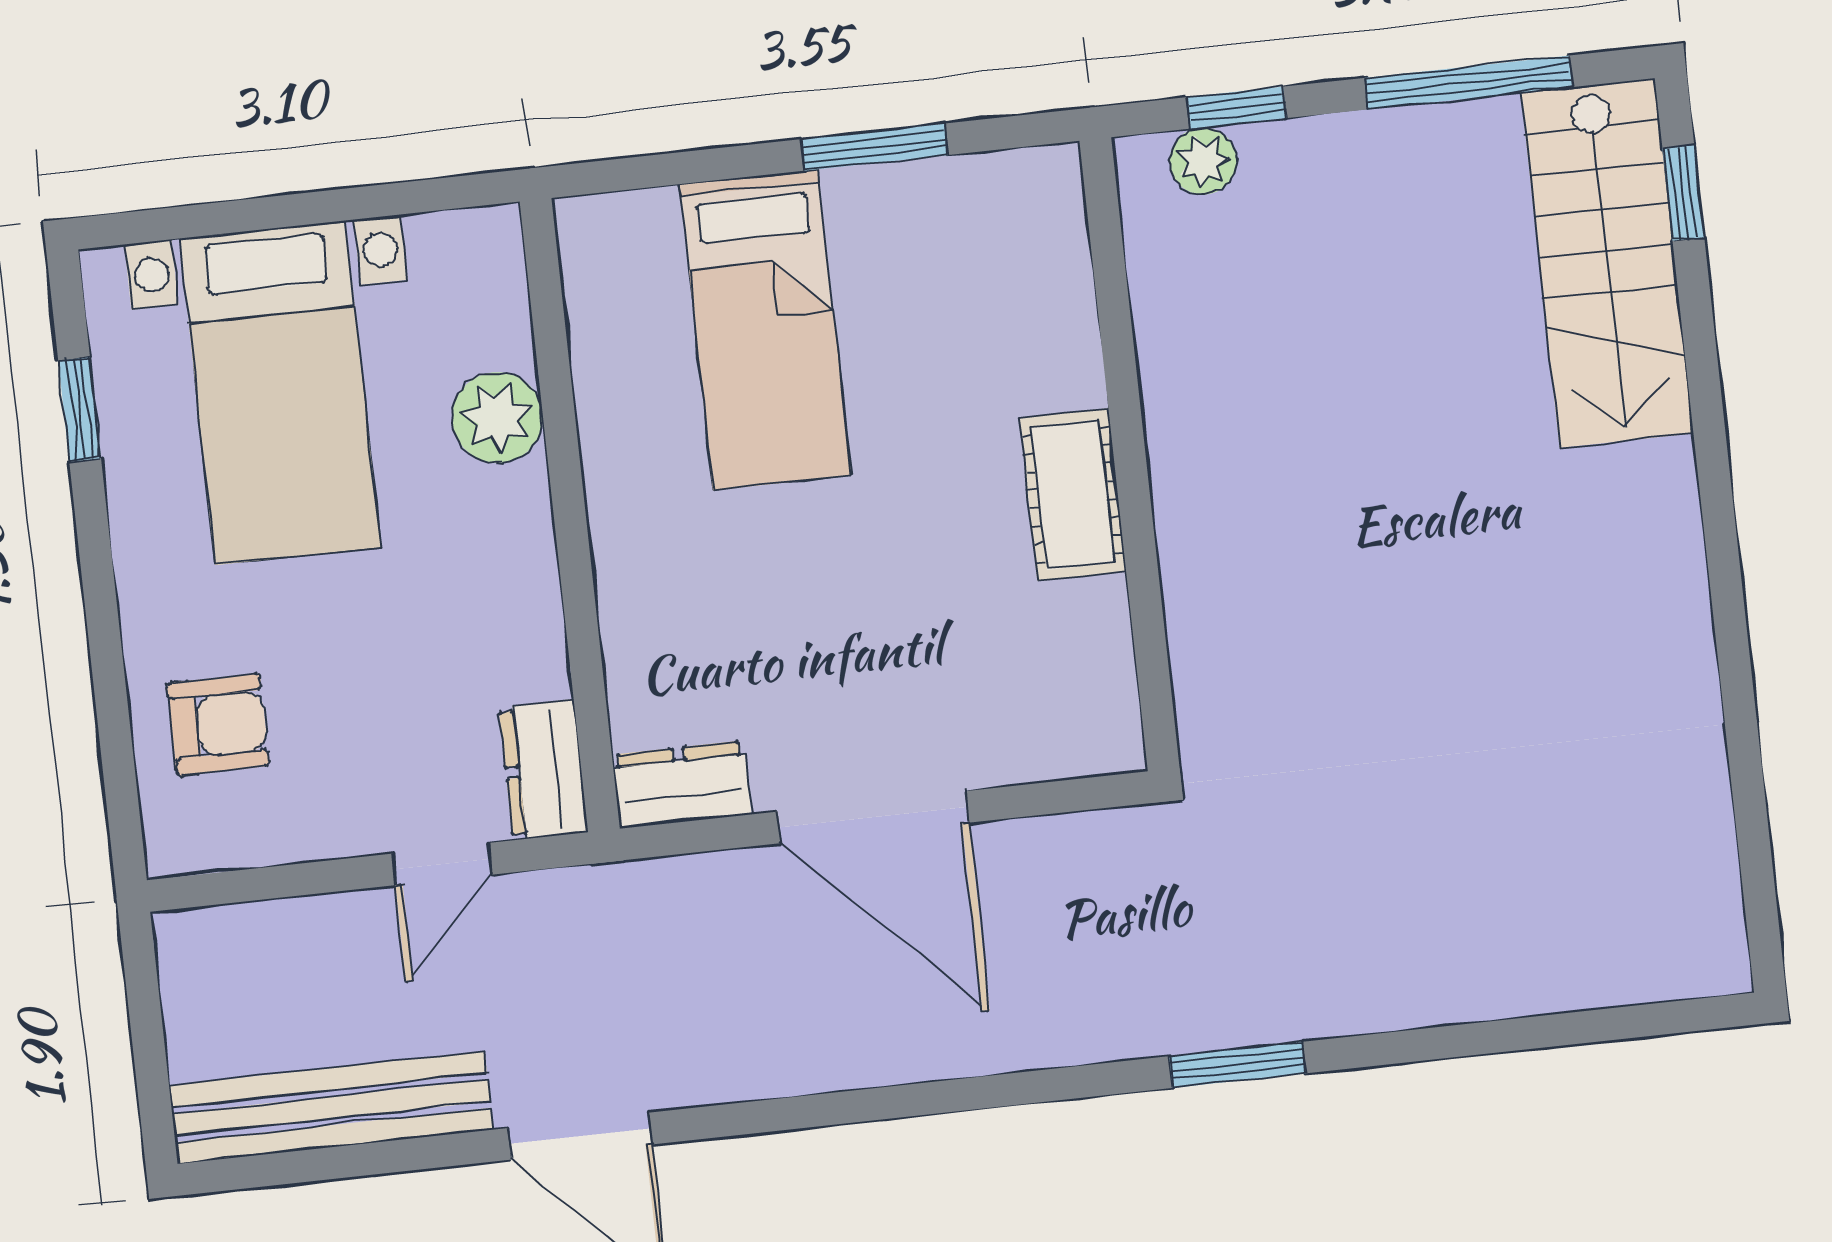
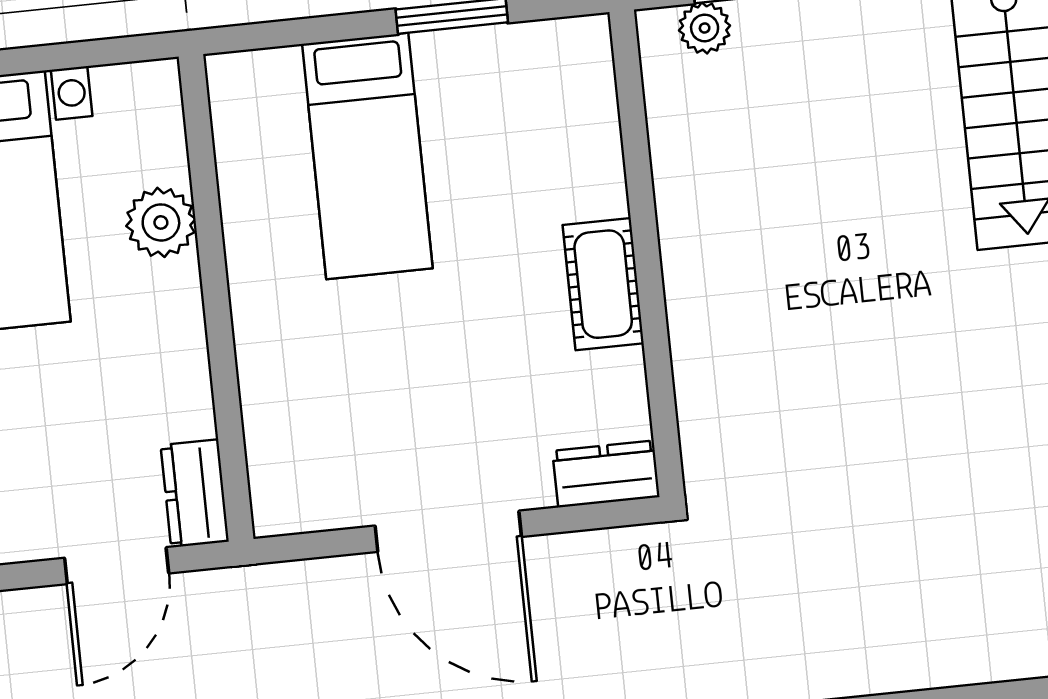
dresser: (682, 785) -> (606, 474), moved
door: (442, 864) -> (117, 566), width x1.38

